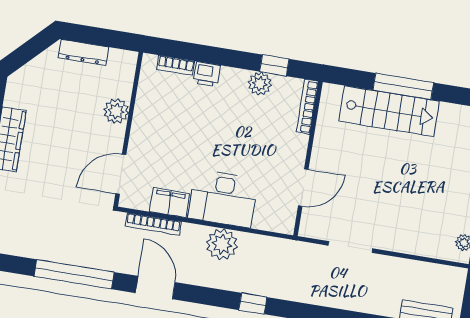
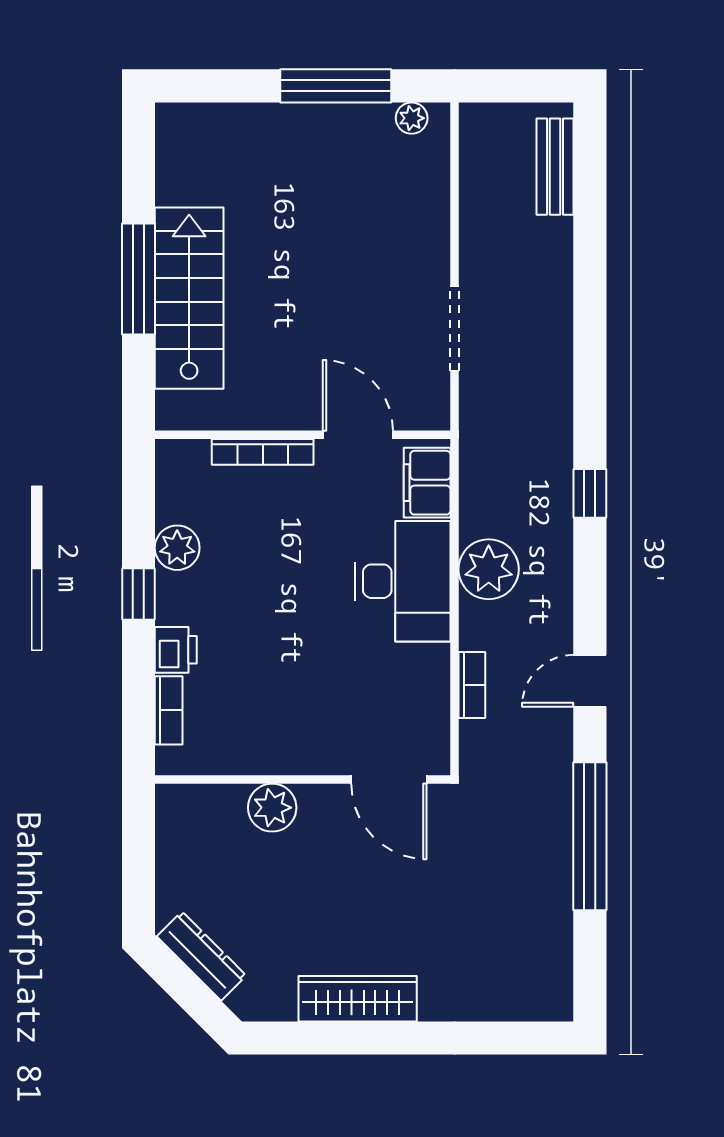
dresser: (83, 52) -> (201, 956), moved, turned -45
window: (274, 65) -> (138, 594), moved
bookcase: (307, 107) -> (263, 452), moved
filing cabinet: (170, 203) -> (427, 483), moved
bookcase: (153, 224) -> (472, 685), width x0.64
door: (155, 288) -> (590, 681), width x0.73

